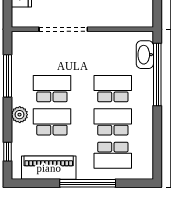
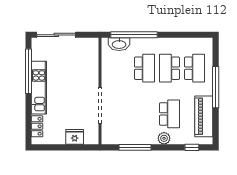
school desk: (52, 89) -> (145, 114), removed
school desk: (113, 89) -> (145, 68), turned 180
school desk: (52, 122) -> (170, 114), turned 180

